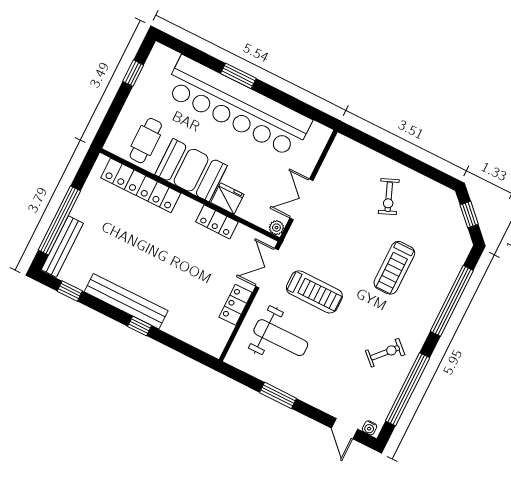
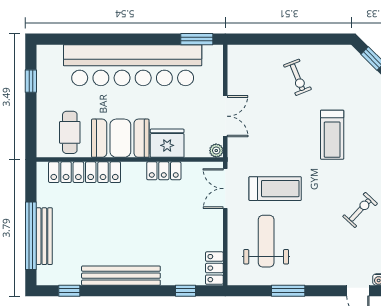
window: (238, 76) -> (197, 39), moved
fridge: (227, 199) -> (167, 143), width x1.36, depth x1.34
double door: (301, 199) -> (225, 116), swing flipped
bench: (62, 246) -> (44, 236), moved
locker: (236, 305) -> (214, 268), moved
window: (140, 326) -> (185, 291), moved
weight bench: (281, 338) -> (266, 241), turned -90

